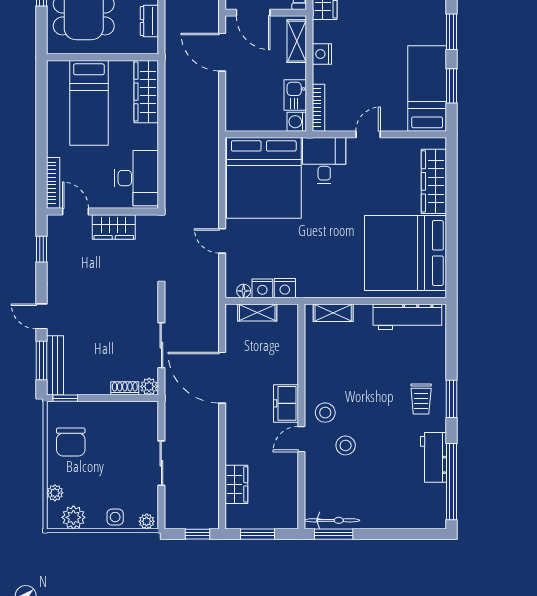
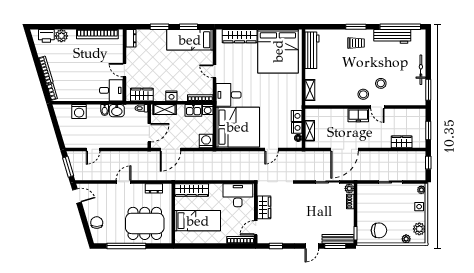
washing machine: (238, 119) -> (206, 141), added
workbench: (433, 457) -> (392, 36), width x1.38
bicycle: (332, 520) -> (421, 70), moved

